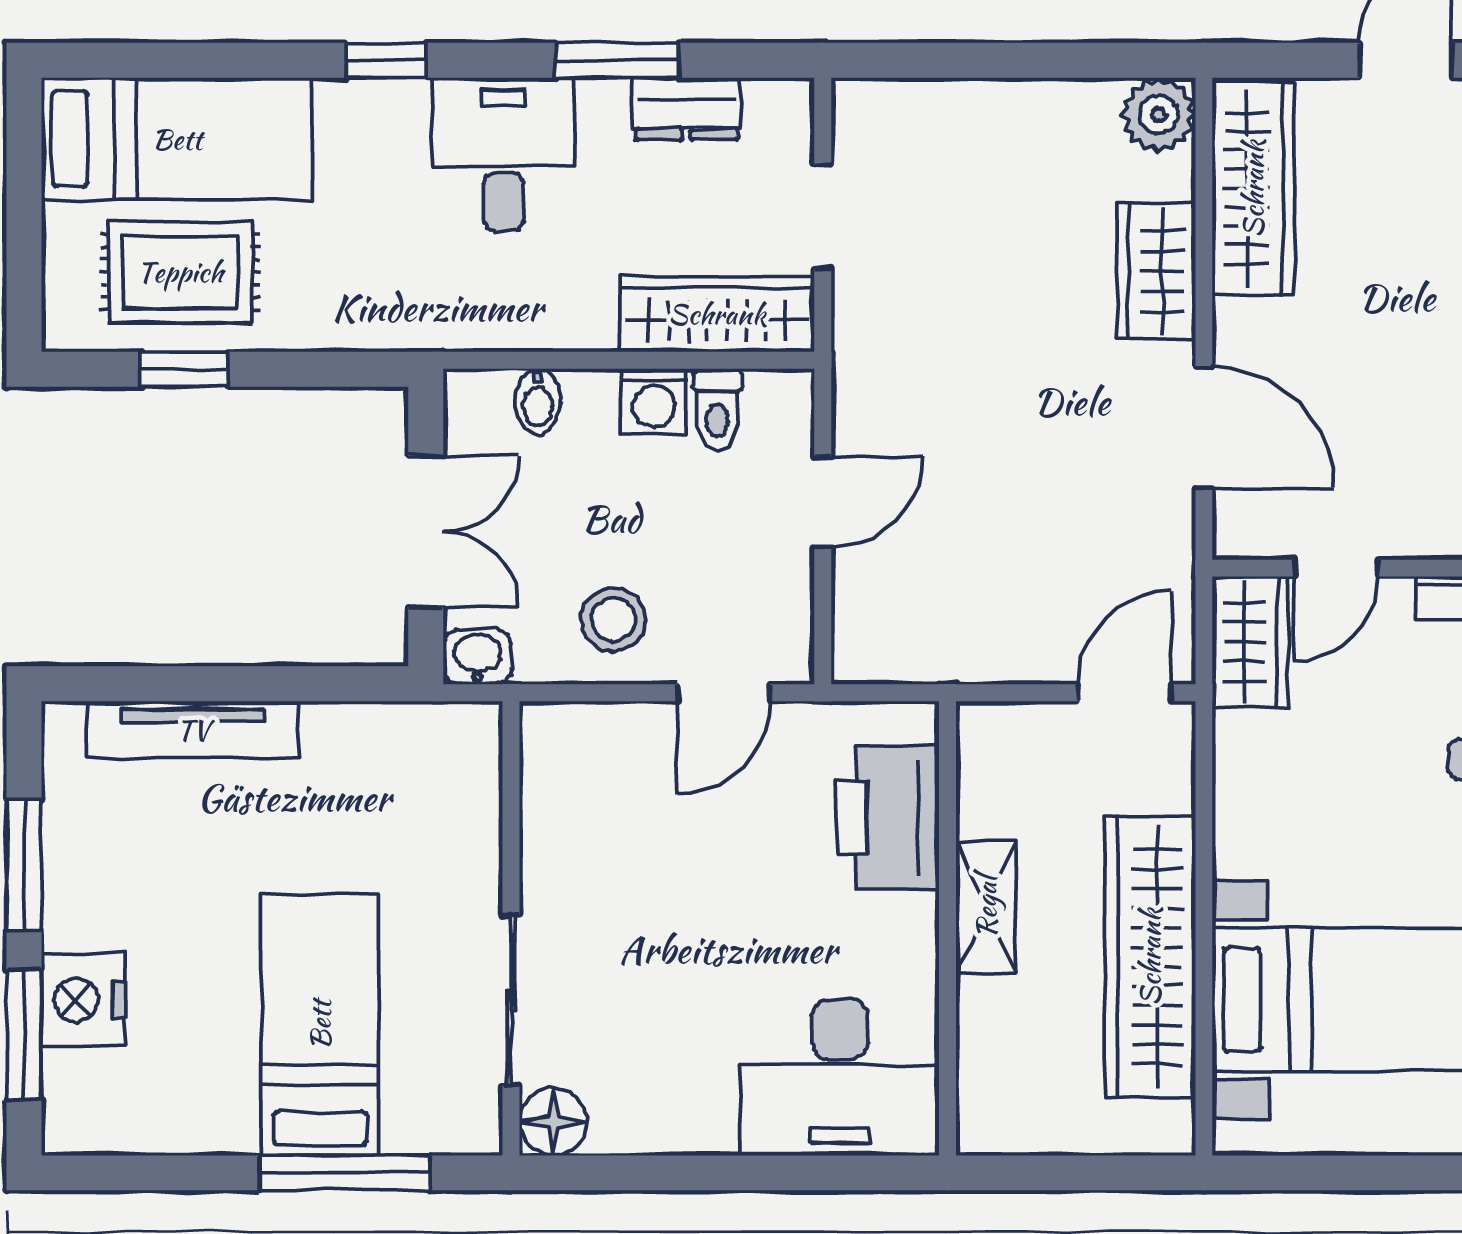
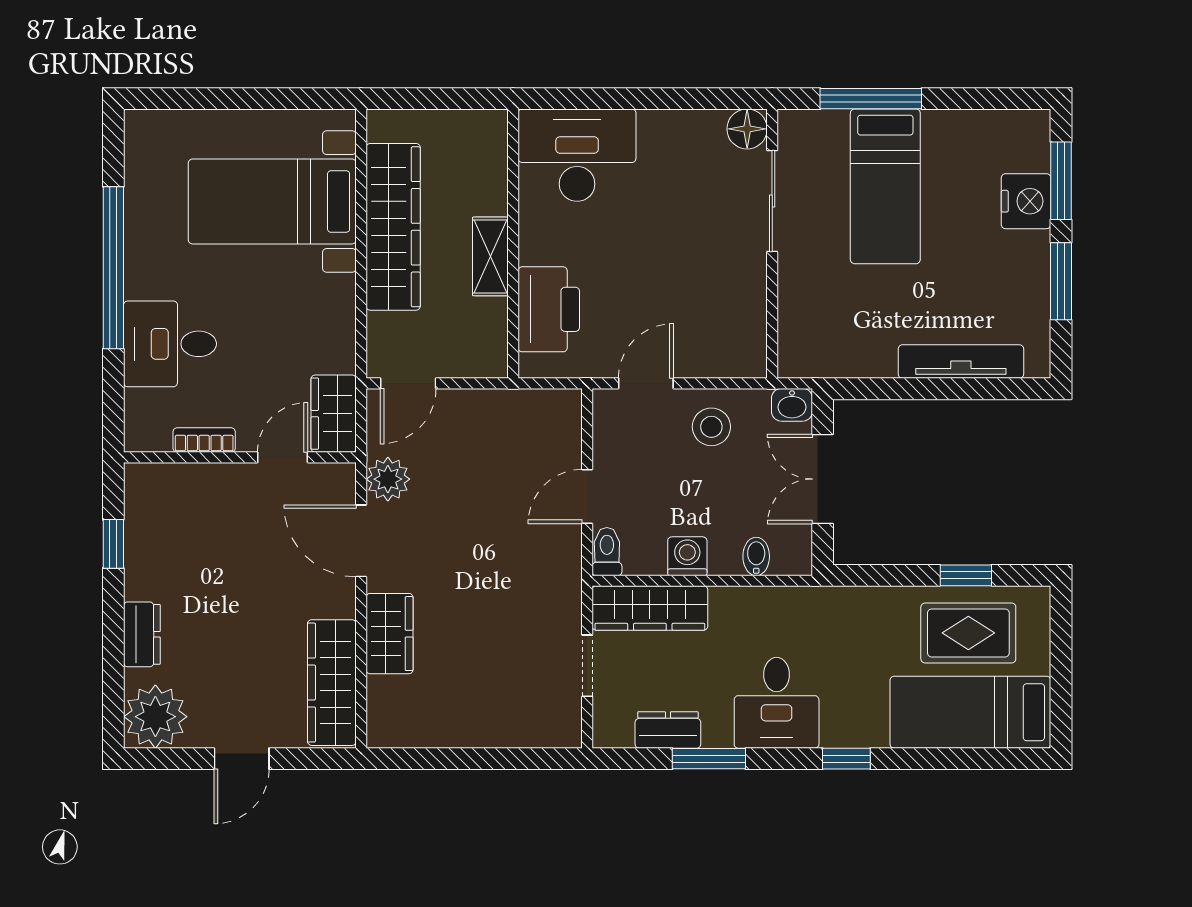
plant: (1159, 114) -> (388, 479), moved
toilet: (717, 409) -> (607, 552), moved

